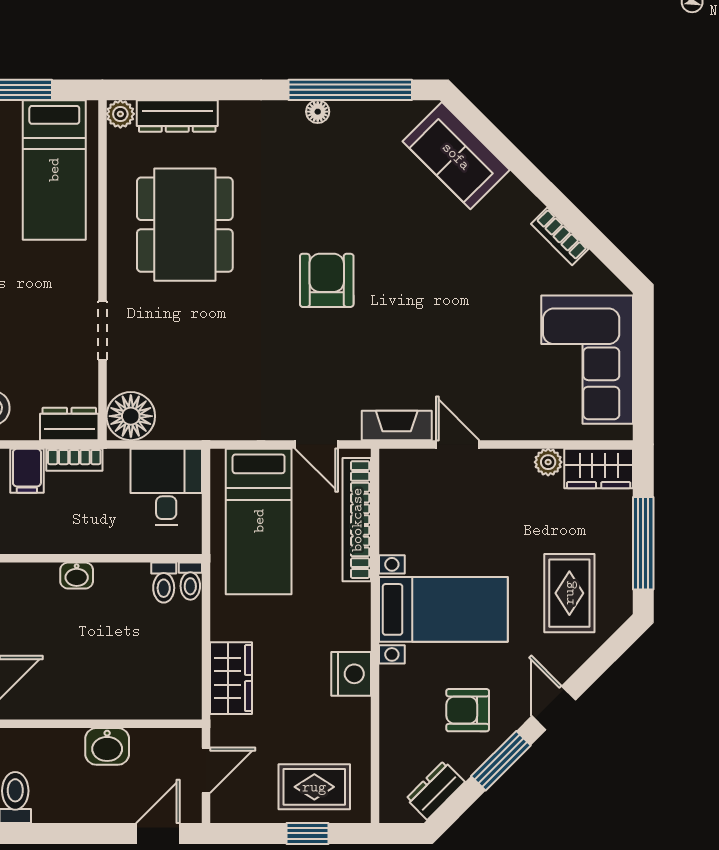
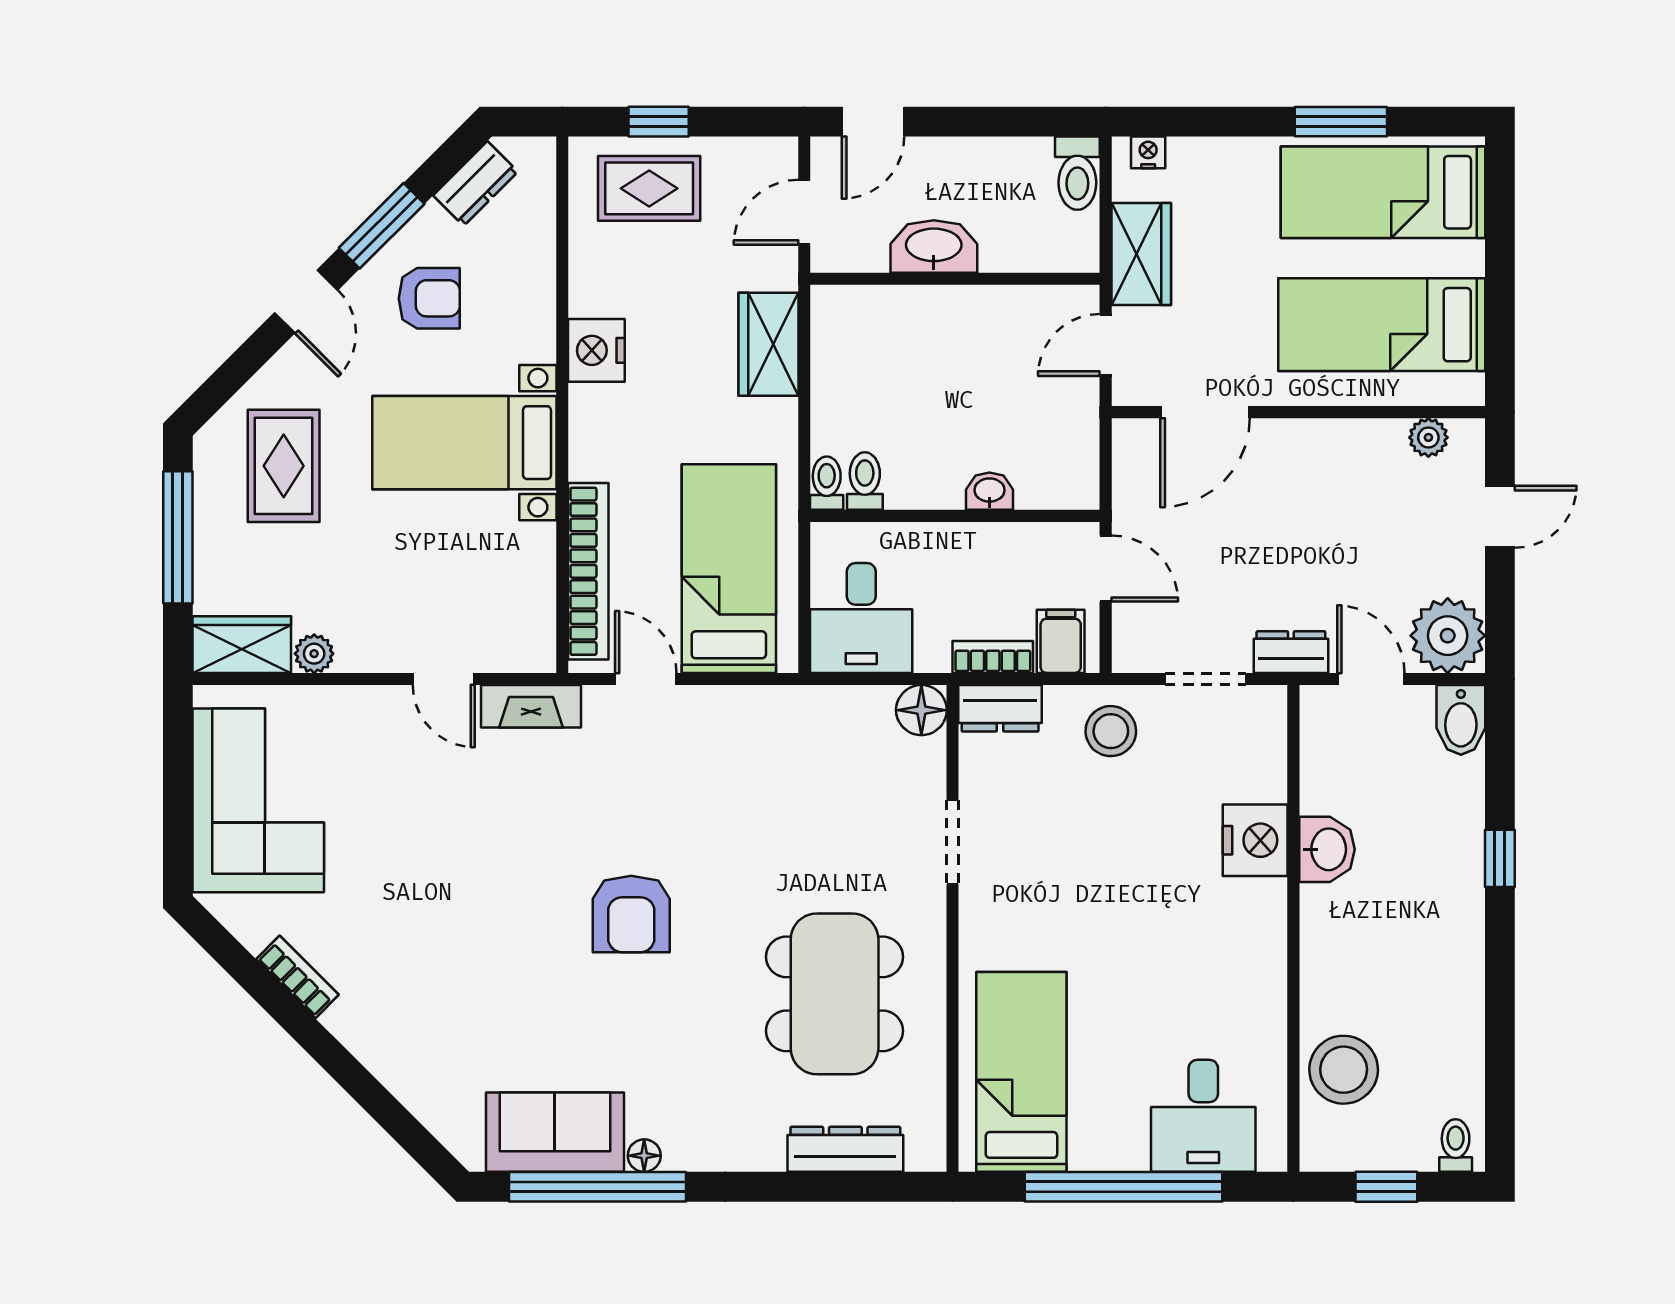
plant: (120, 114) -> (927, 1152), removed
sofa: (456, 156) -> (555, 1132), moved, turned -45
floor lamp: (131, 416) -> (921, 710), width x0.73, depth x0.73
washbasin: (107, 746) -> (934, 246), width x1.38

